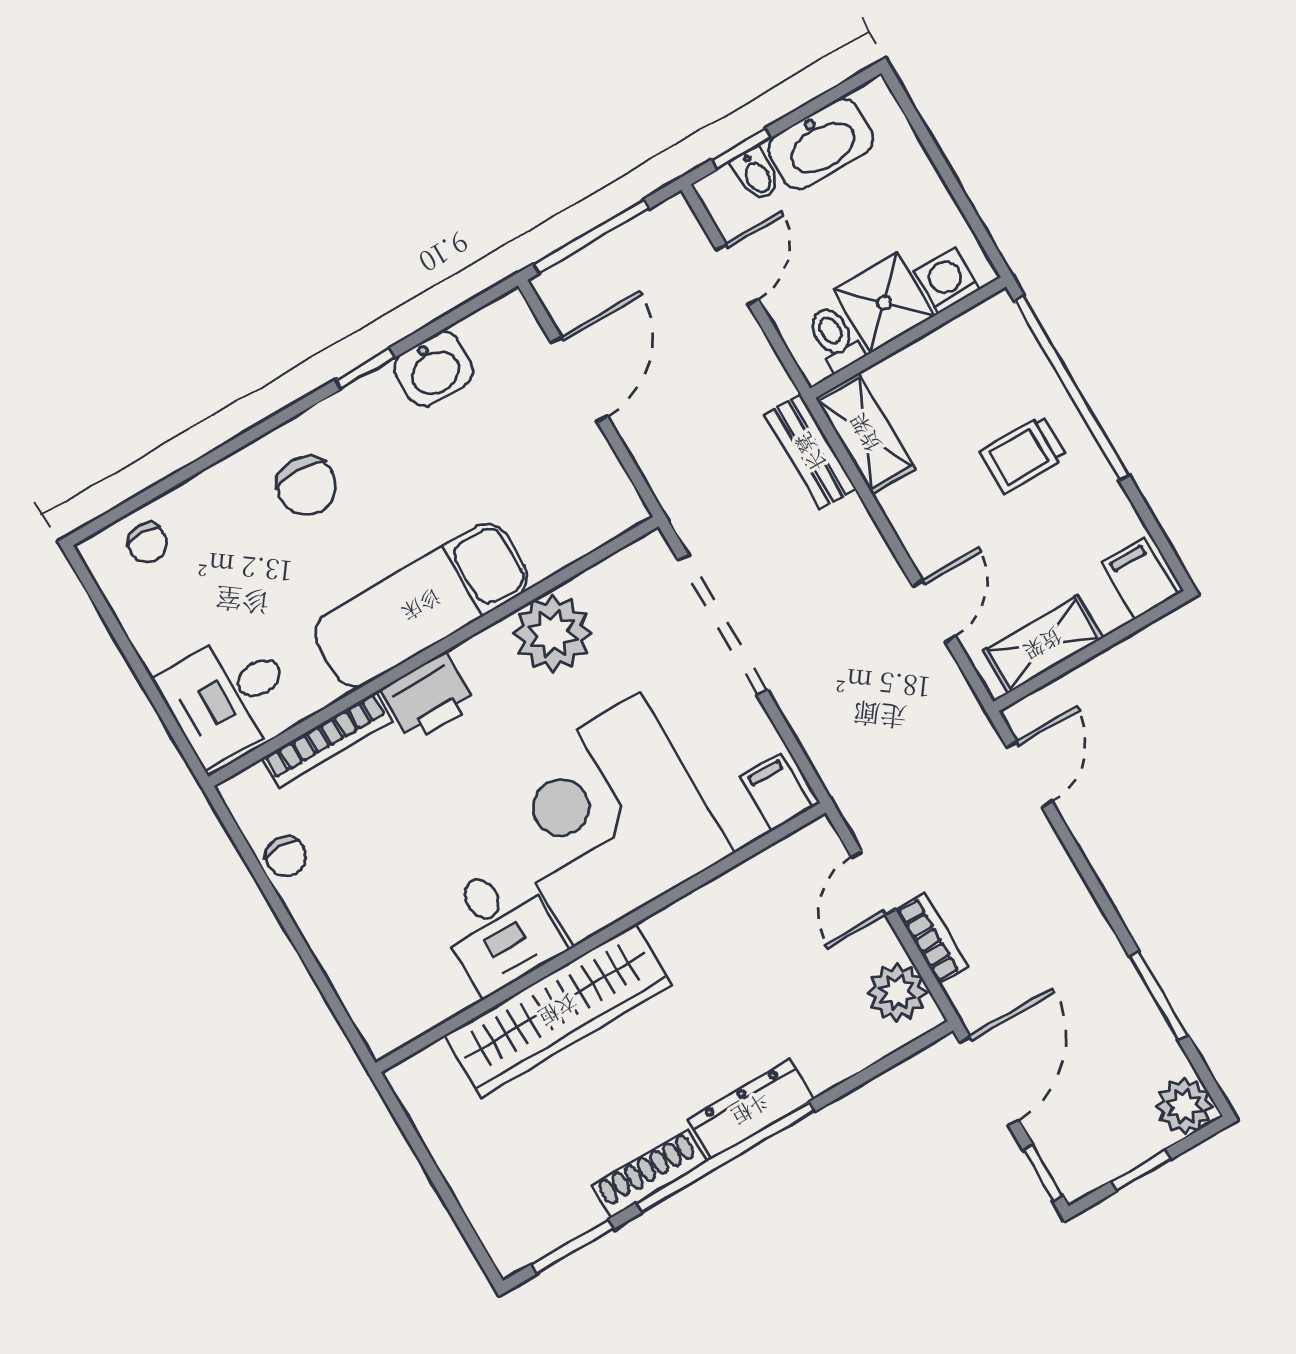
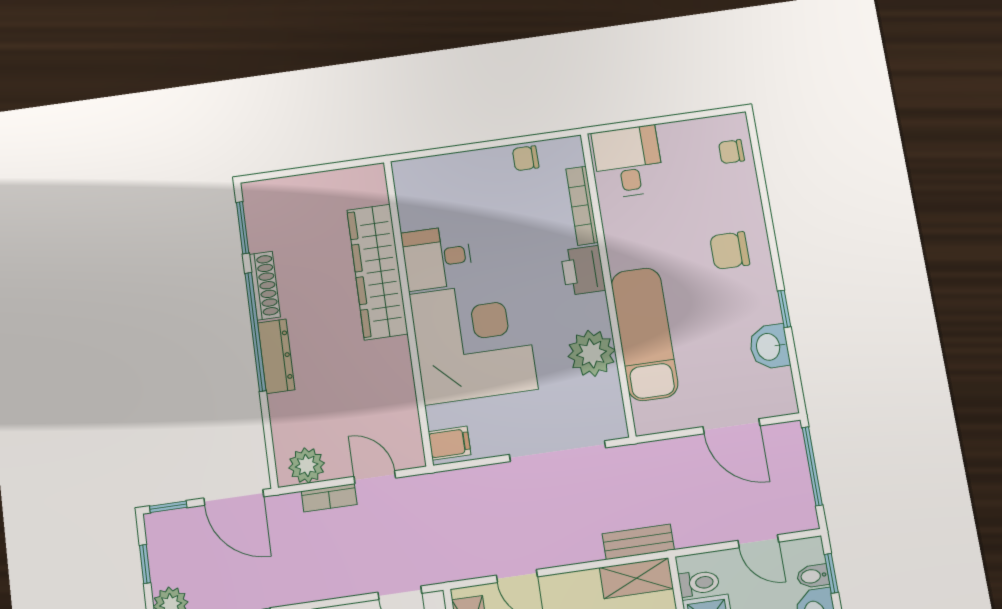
exam couch: (421, 605) -> (645, 334), moved

